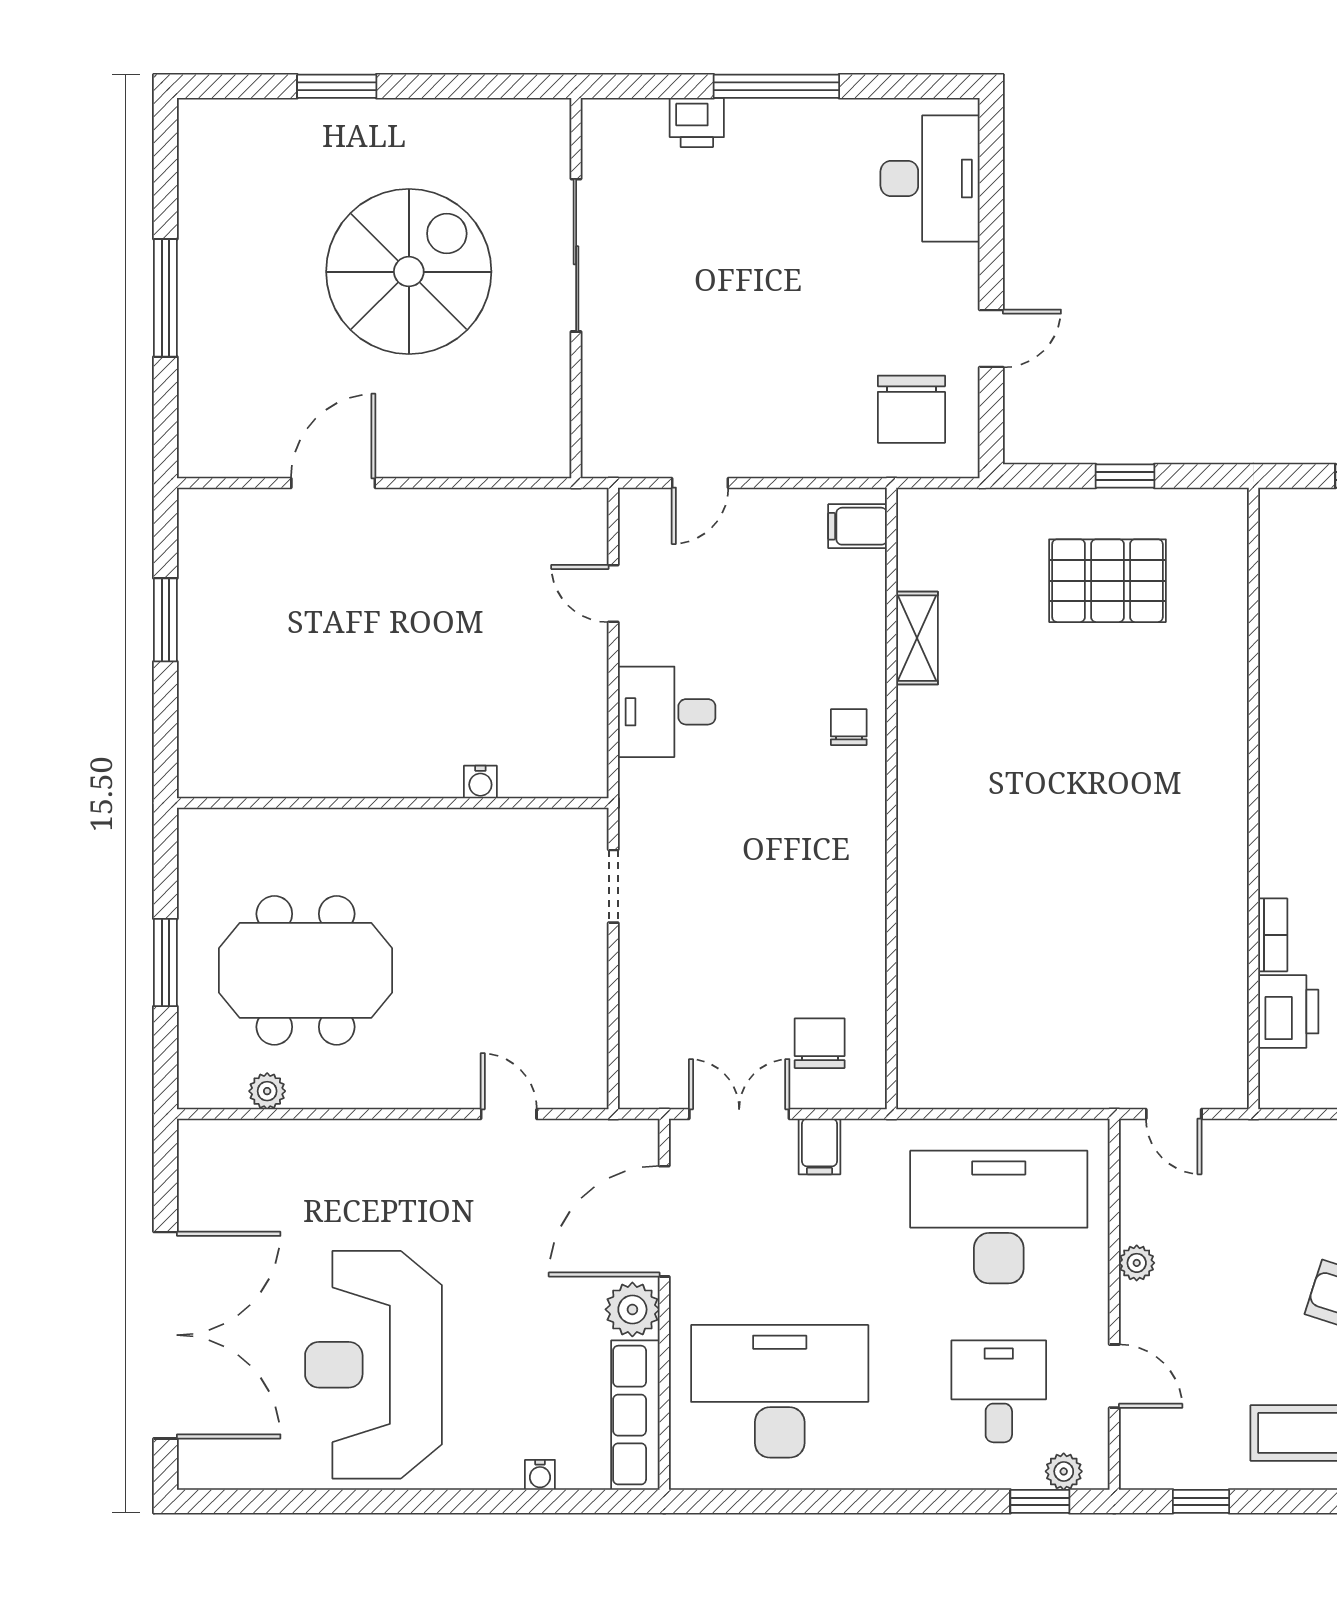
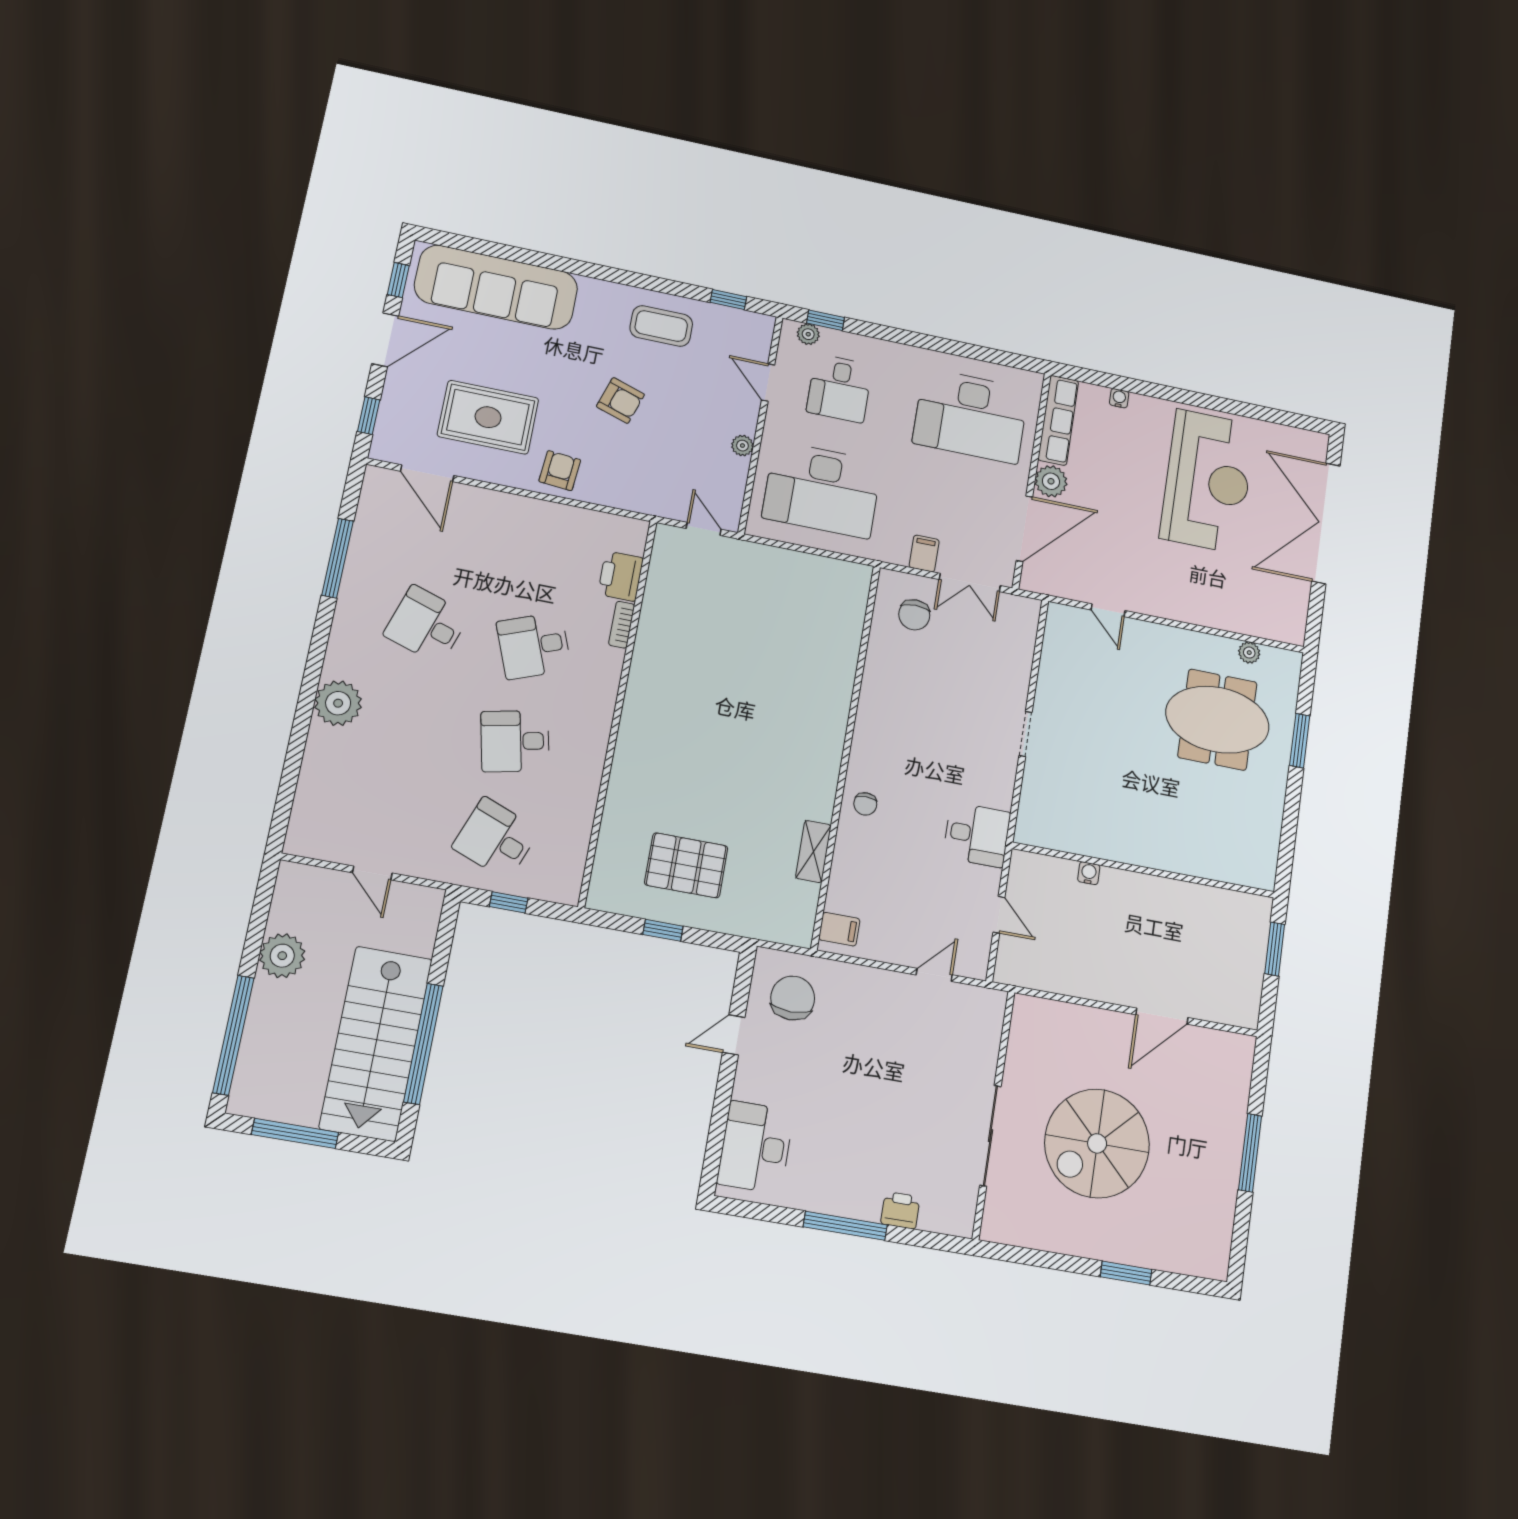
water cooler: (480, 782) -> (1089, 873), moved
wall: (393, 803) -> (1144, 870), moved

